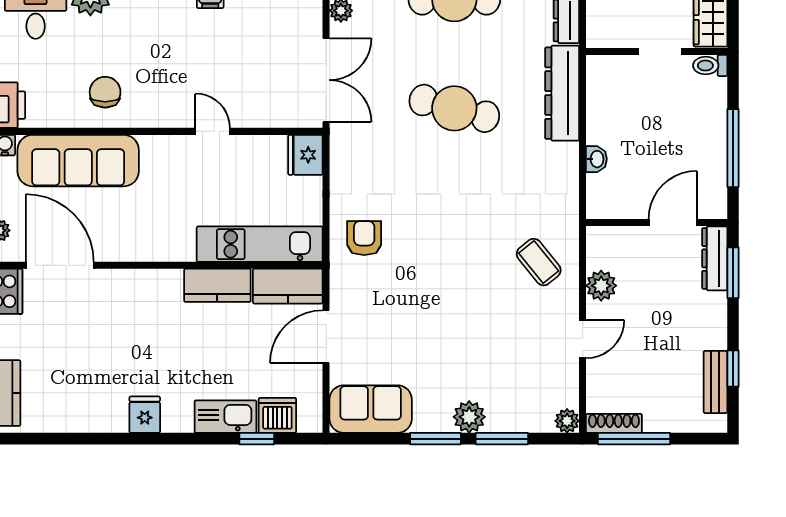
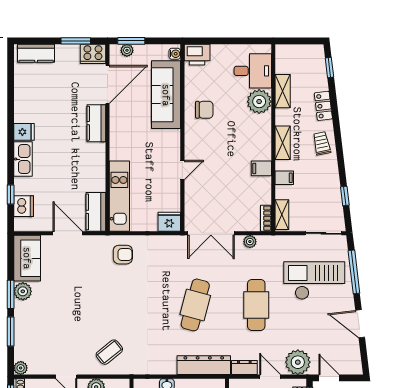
kitchen counter: (217, 285) -> (96, 123), moved
kitchen sink: (225, 417) -> (23, 159), moved
plant: (469, 417) -> (23, 291), moved

